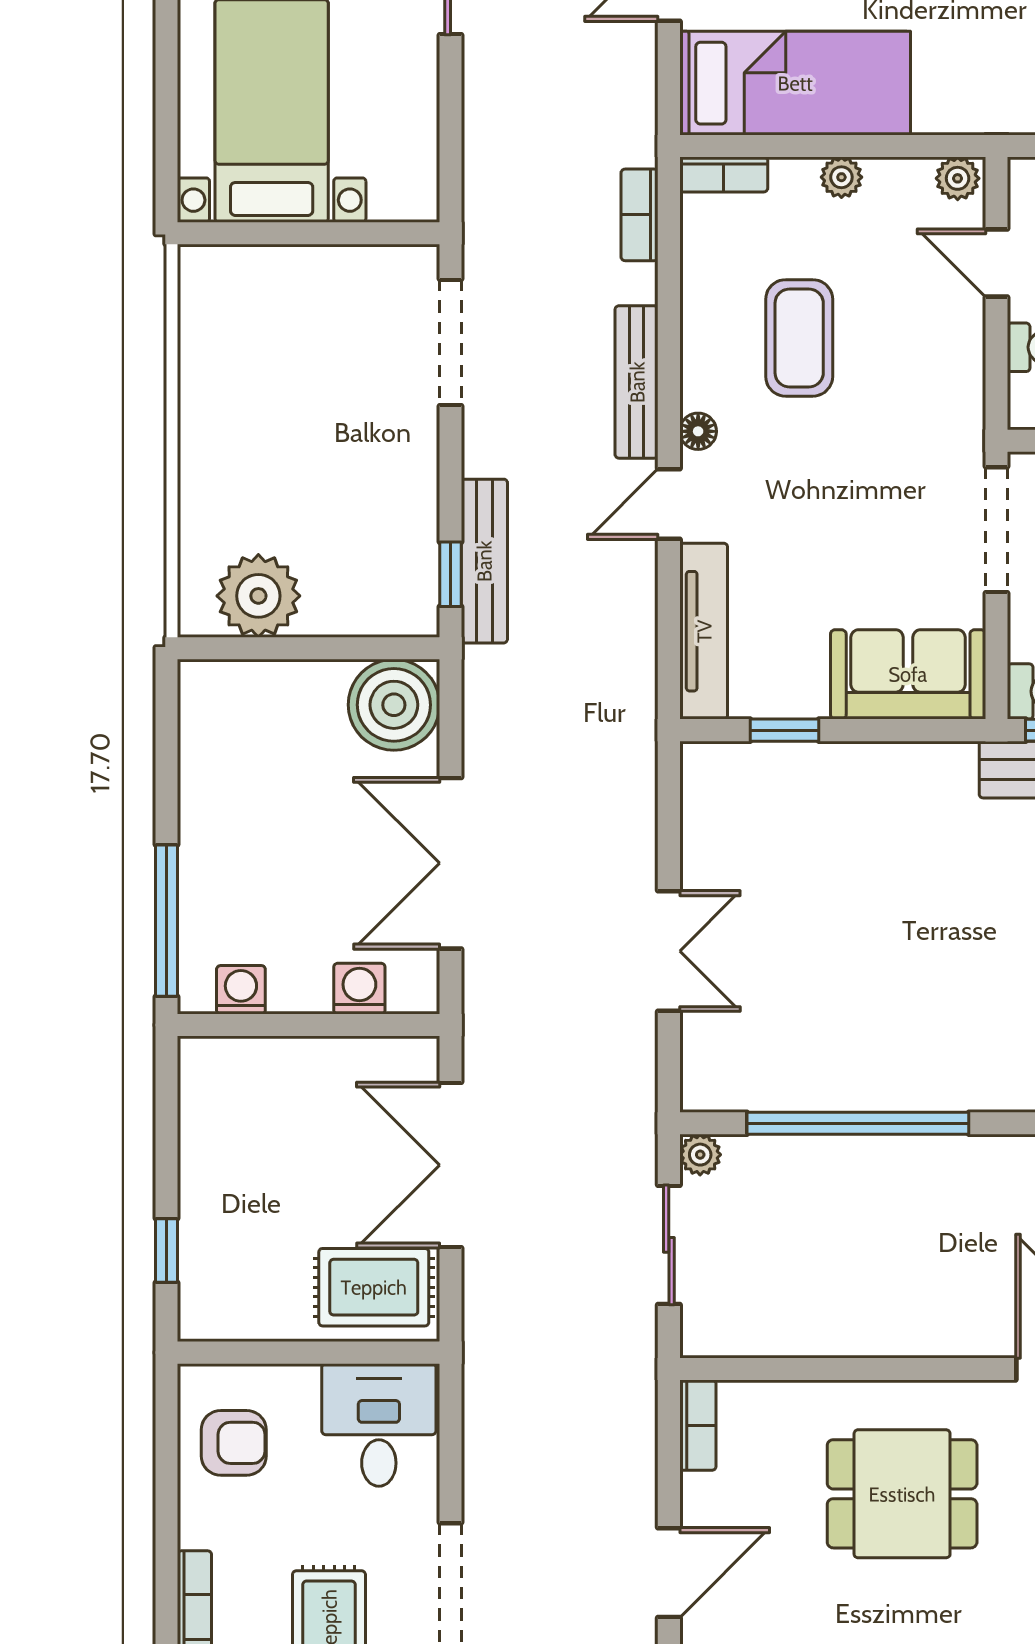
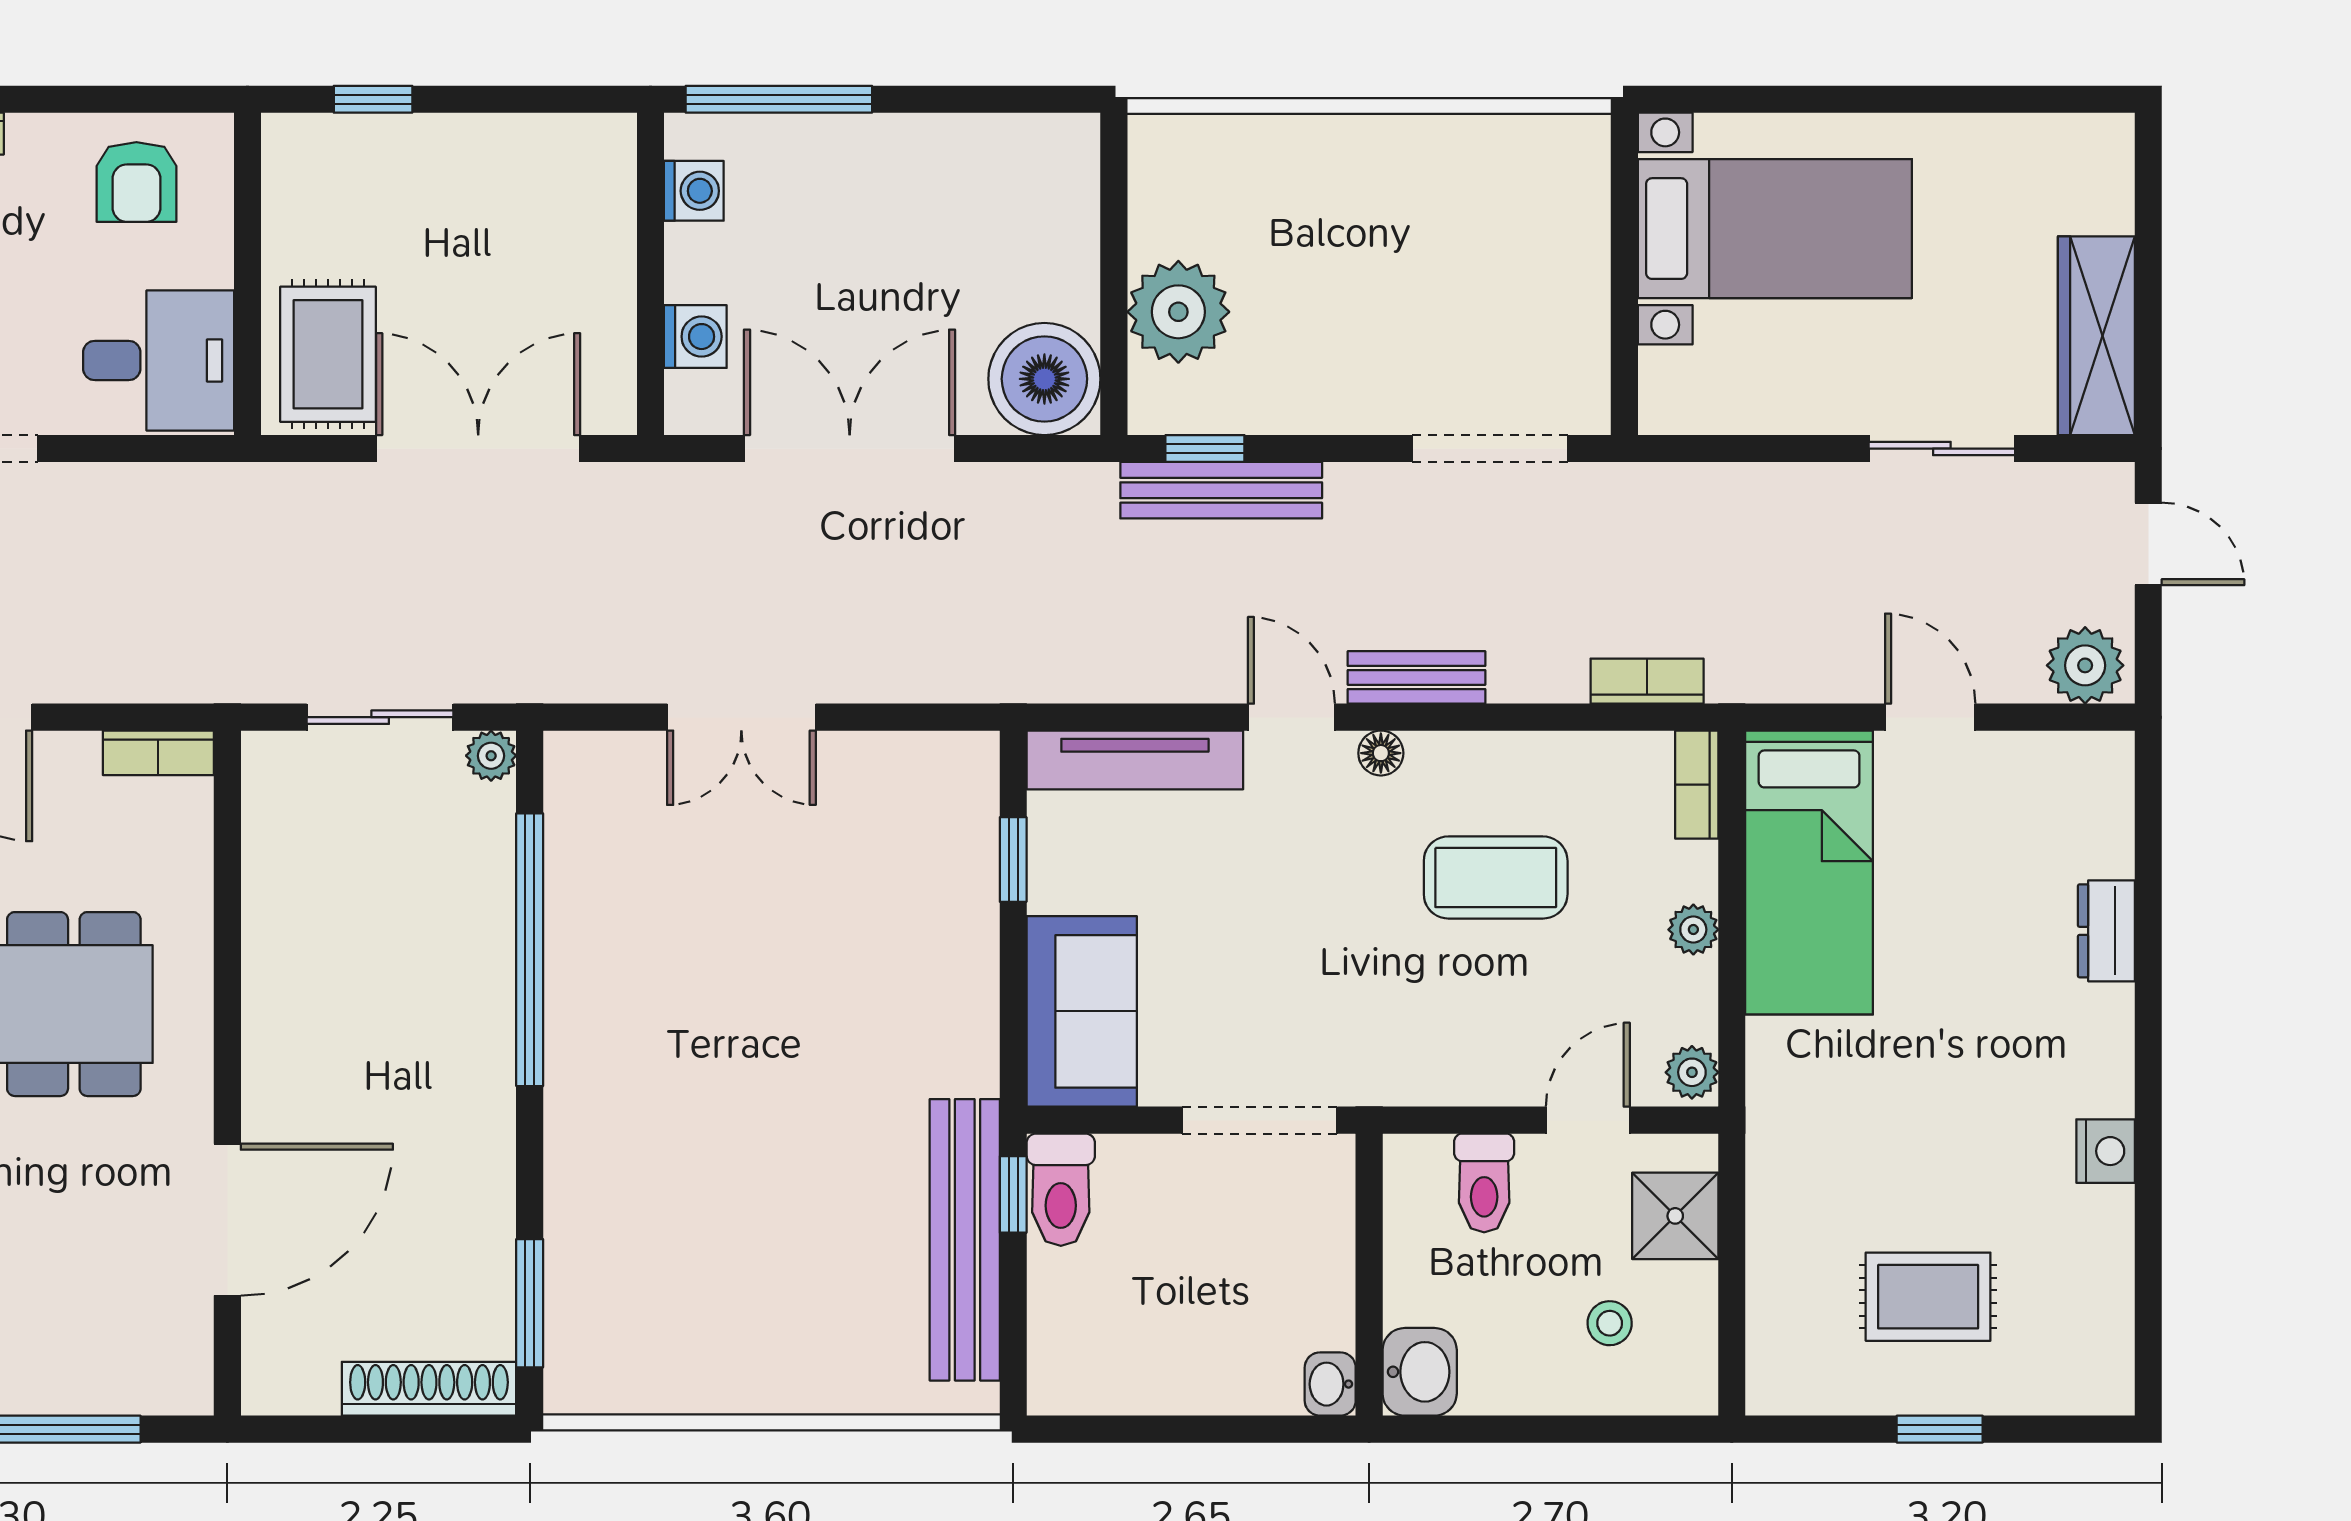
bench: (637, 382) -> (1416, 677), width x0.73
plant: (258, 596) -> (1178, 312), moved

